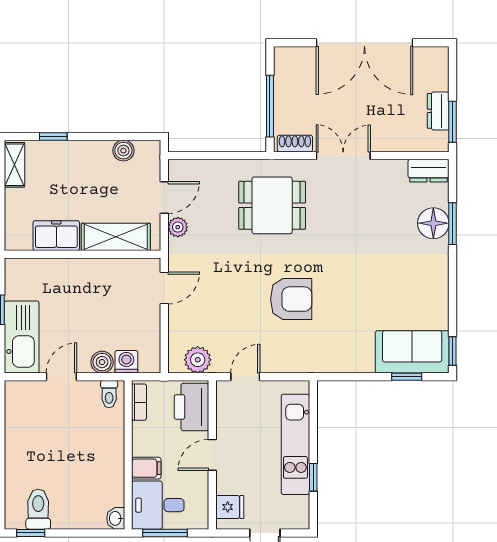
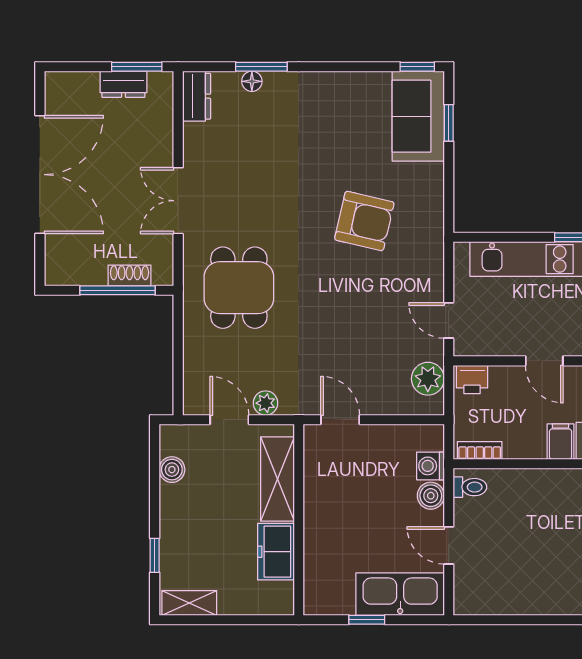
shoe rack: (295, 144) -> (130, 275), moved, turned 90
floor lamp: (433, 223) -> (252, 81), width x0.53, depth x0.53
armchair: (291, 299) -> (364, 221), moved, turned 103
printer: (191, 407) -> (472, 379), width x0.53, depth x0.68

